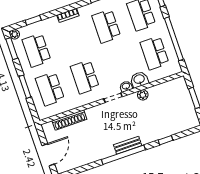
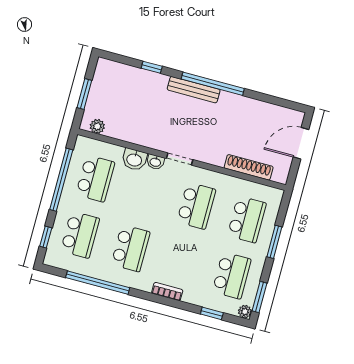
plant: (143, 95) -> (97, 126), moved
bench: (128, 145) -> (194, 90), width x1.36

